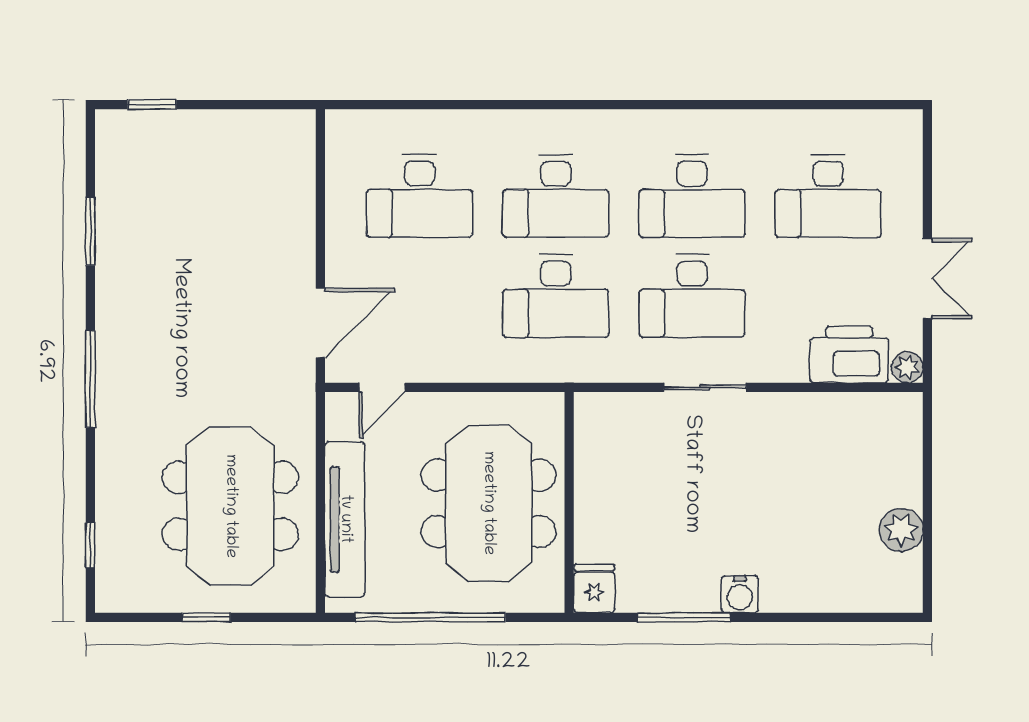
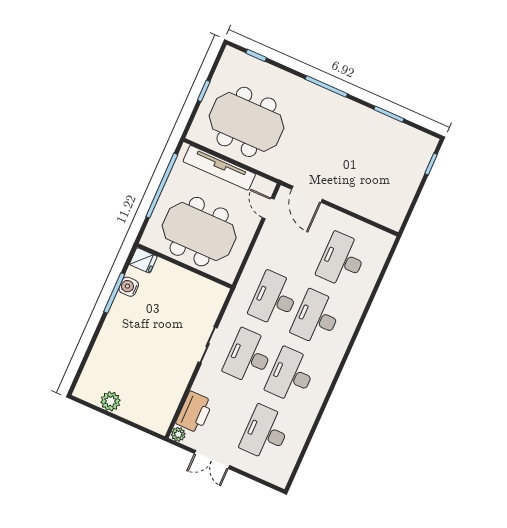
water cooler: (740, 594) -> (129, 287), moved

